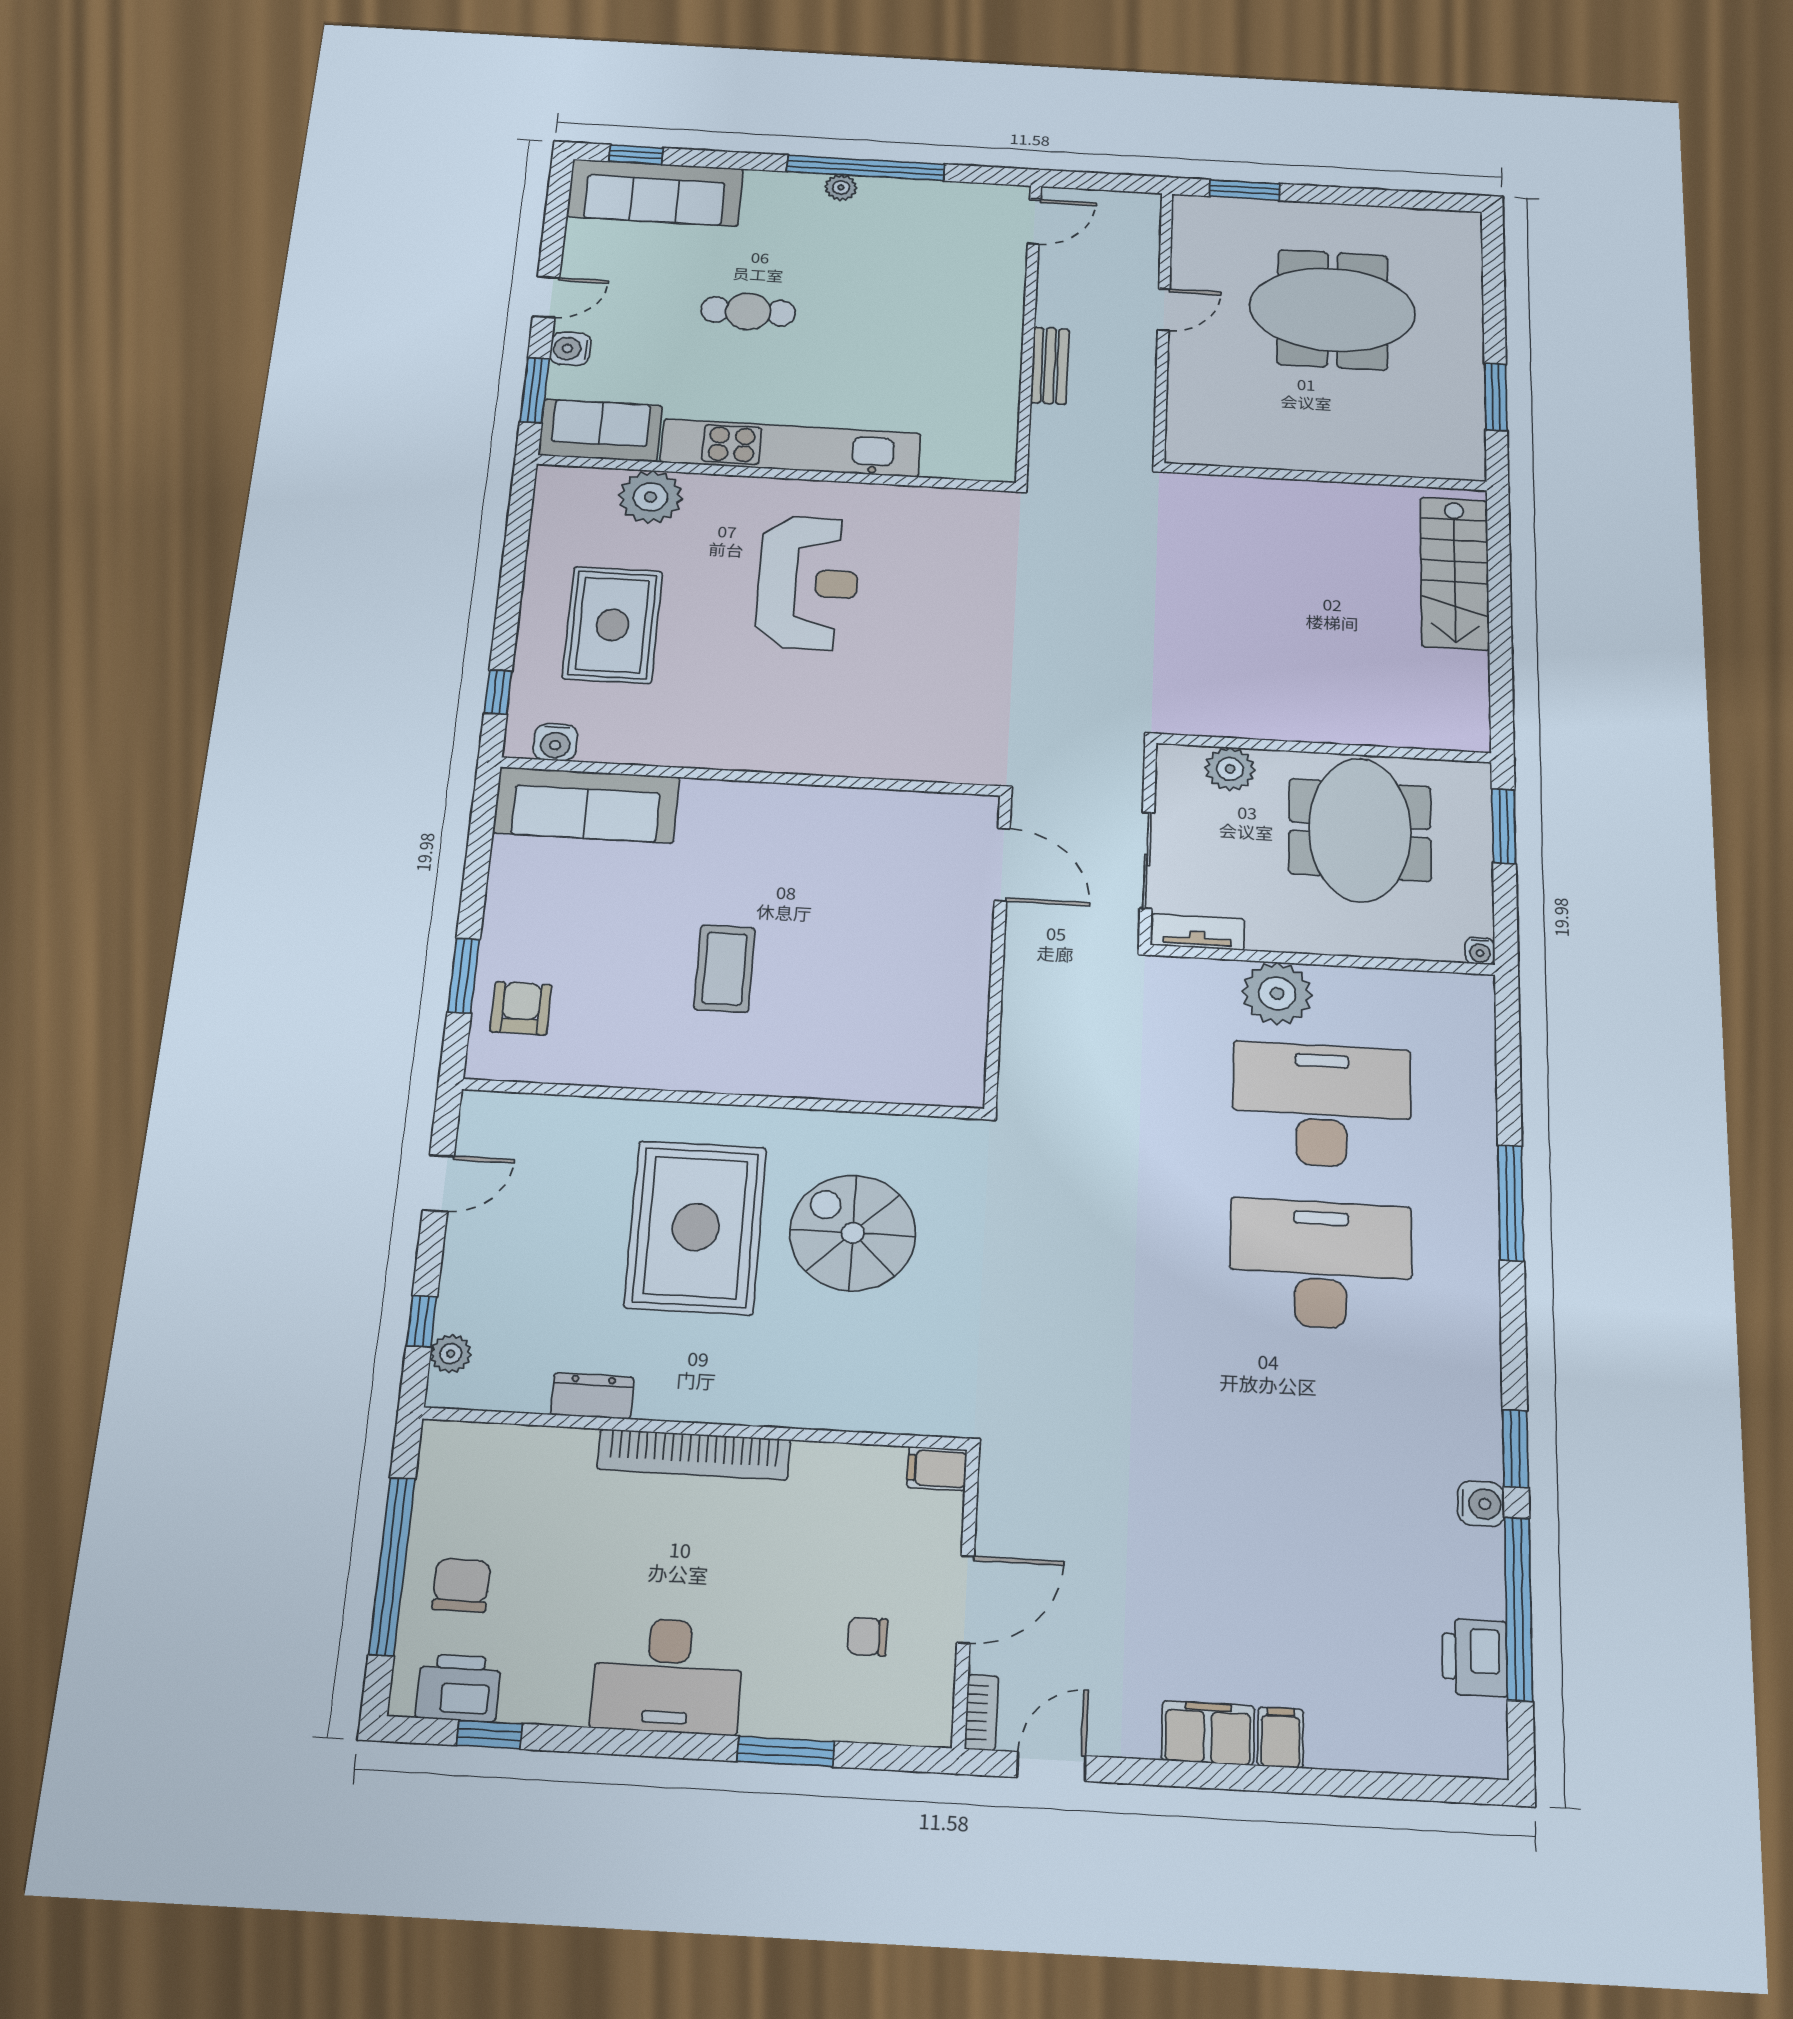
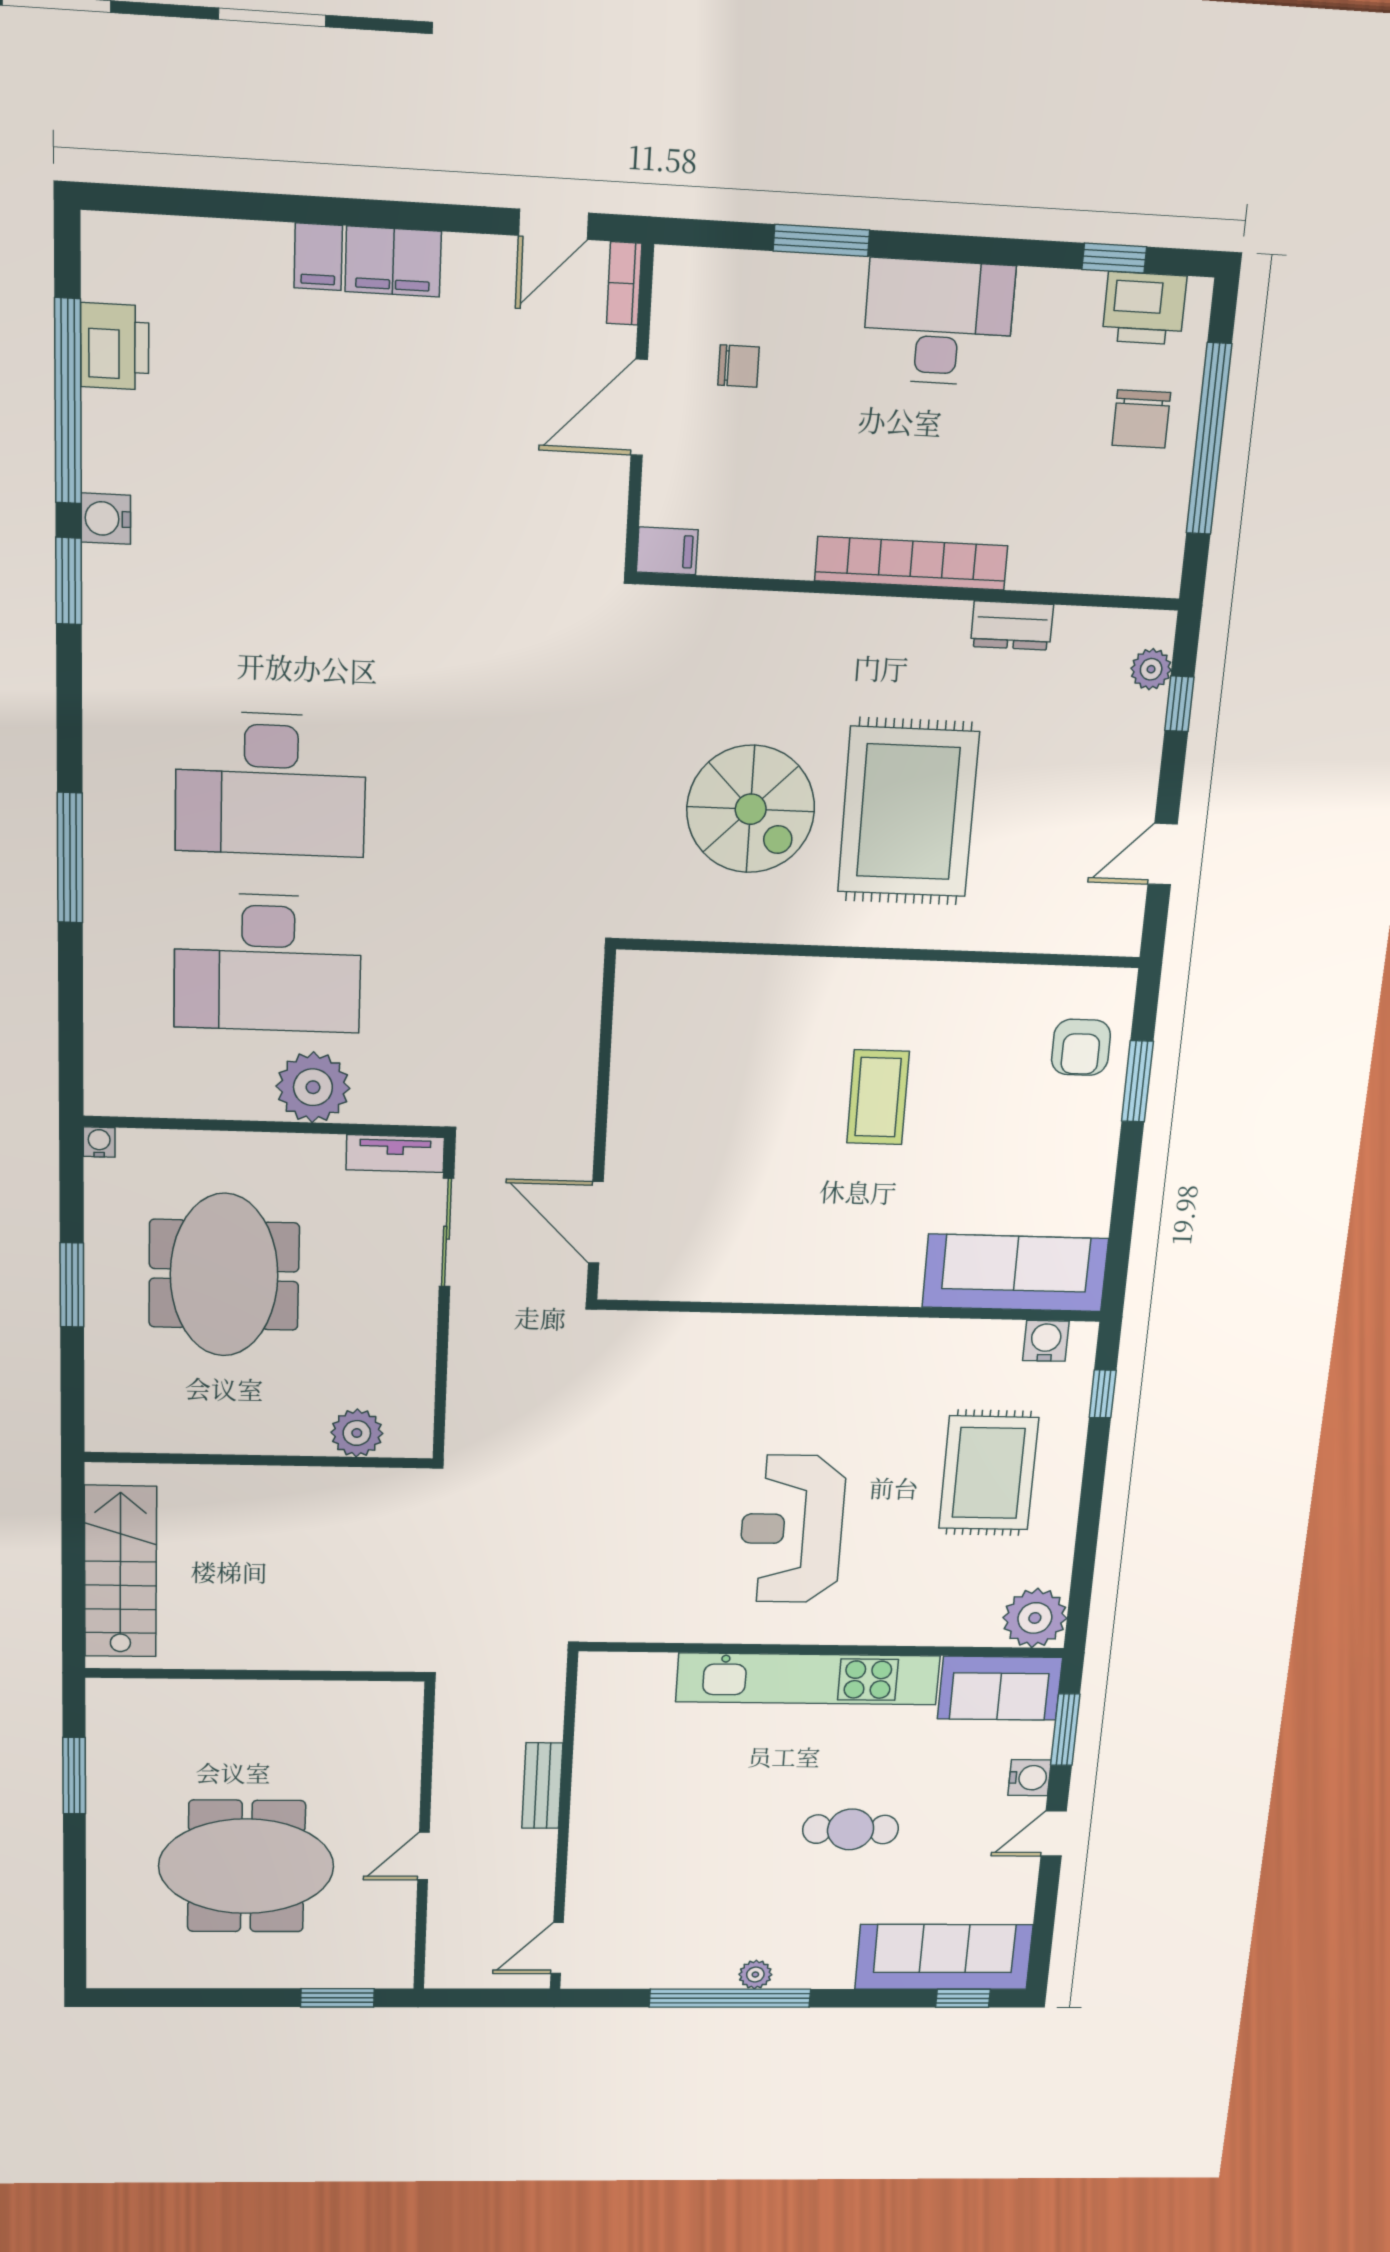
plant: (650, 497) -> (1035, 1618), moved
wall: (1324, 748) -> (259, 1460), moved
plant: (1230, 769) -> (357, 1433), moved

